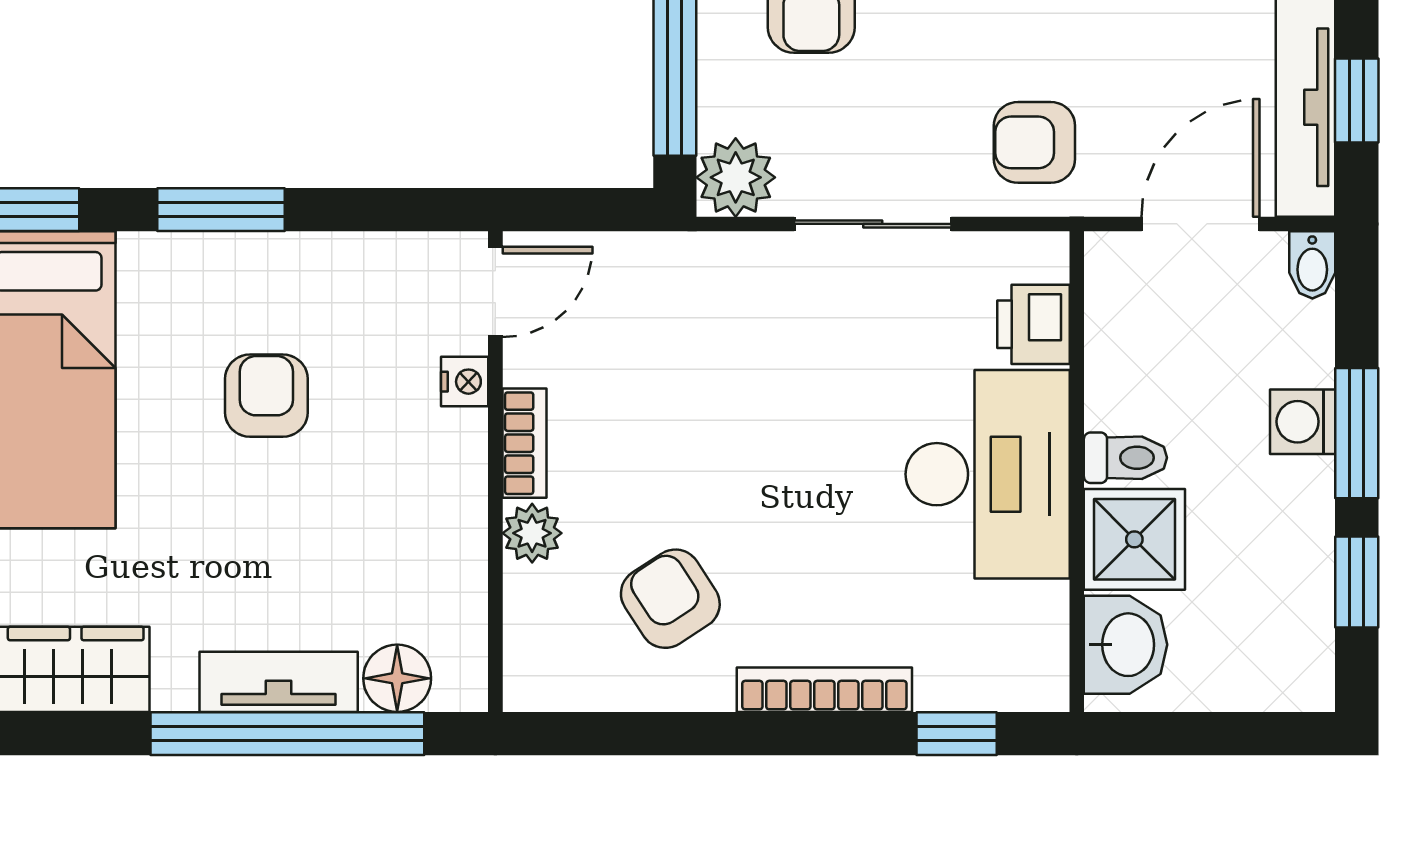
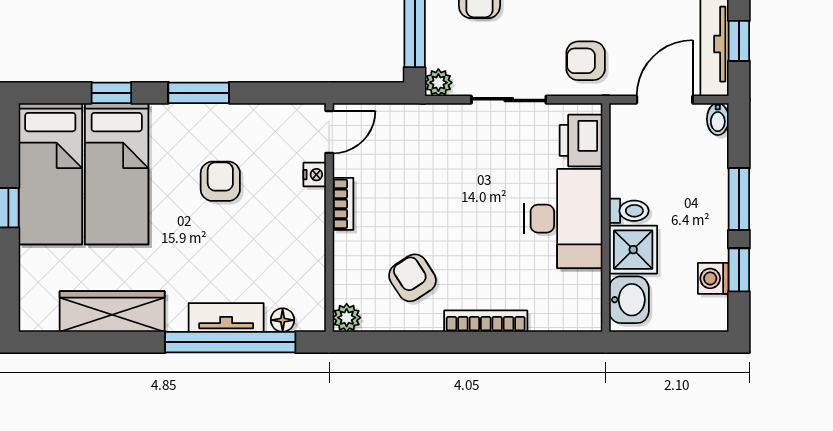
plant: (736, 177) -> (438, 83), width x0.73, depth x0.73
printer: (1033, 324) -> (581, 140), width x1.36, depth x1.24
washing machine: (1303, 422) -> (713, 278), moved
plant: (532, 533) -> (347, 318), moved
floor lamp: (397, 678) -> (283, 320), width x0.73, depth x0.73
window: (957, 734) -> (549, 342), removed

